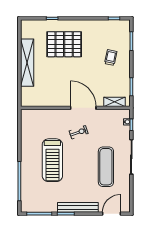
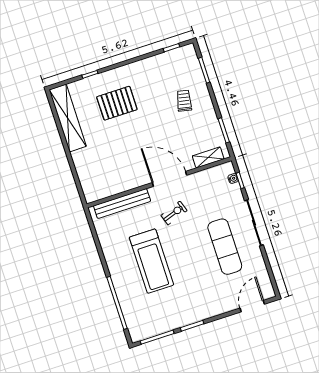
pallet: (64, 44) -> (117, 103), width x0.73, depth x0.71
shelving: (27, 63) -> (68, 118), moved
bench: (78, 207) -> (122, 203), moved

